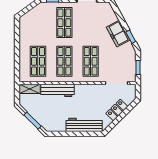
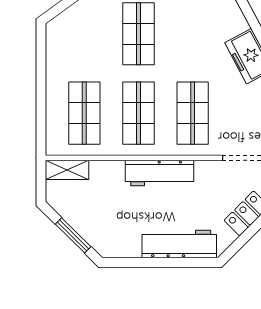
workbench: (58, 90) -> (160, 173), moved

